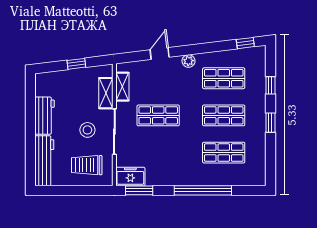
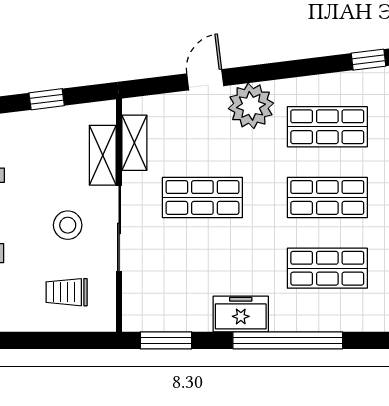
plant: (189, 61) -> (251, 106), width x1.87, depth x1.87
trolley: (87, 165) -> (67, 292), width x0.73, depth x0.72
freezer: (130, 177) -> (241, 314), moved

